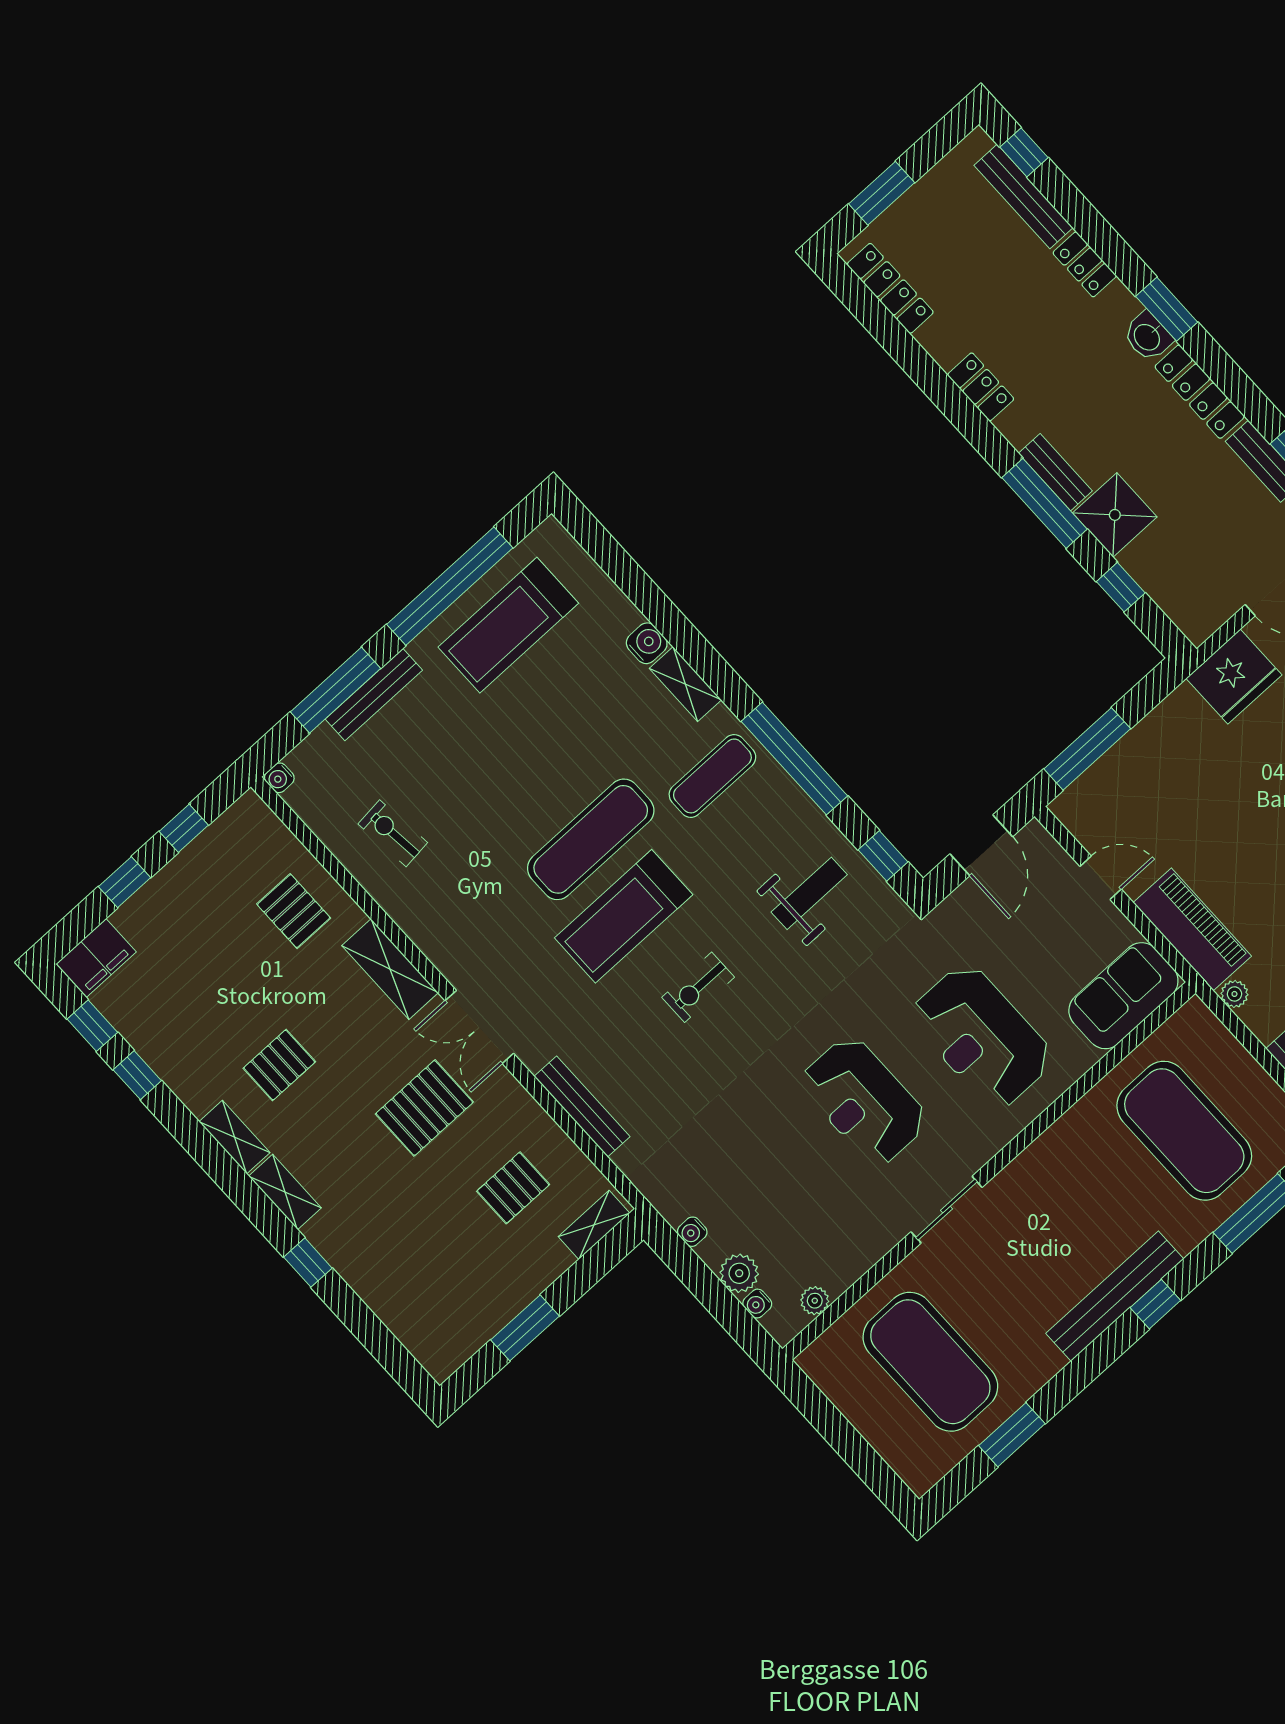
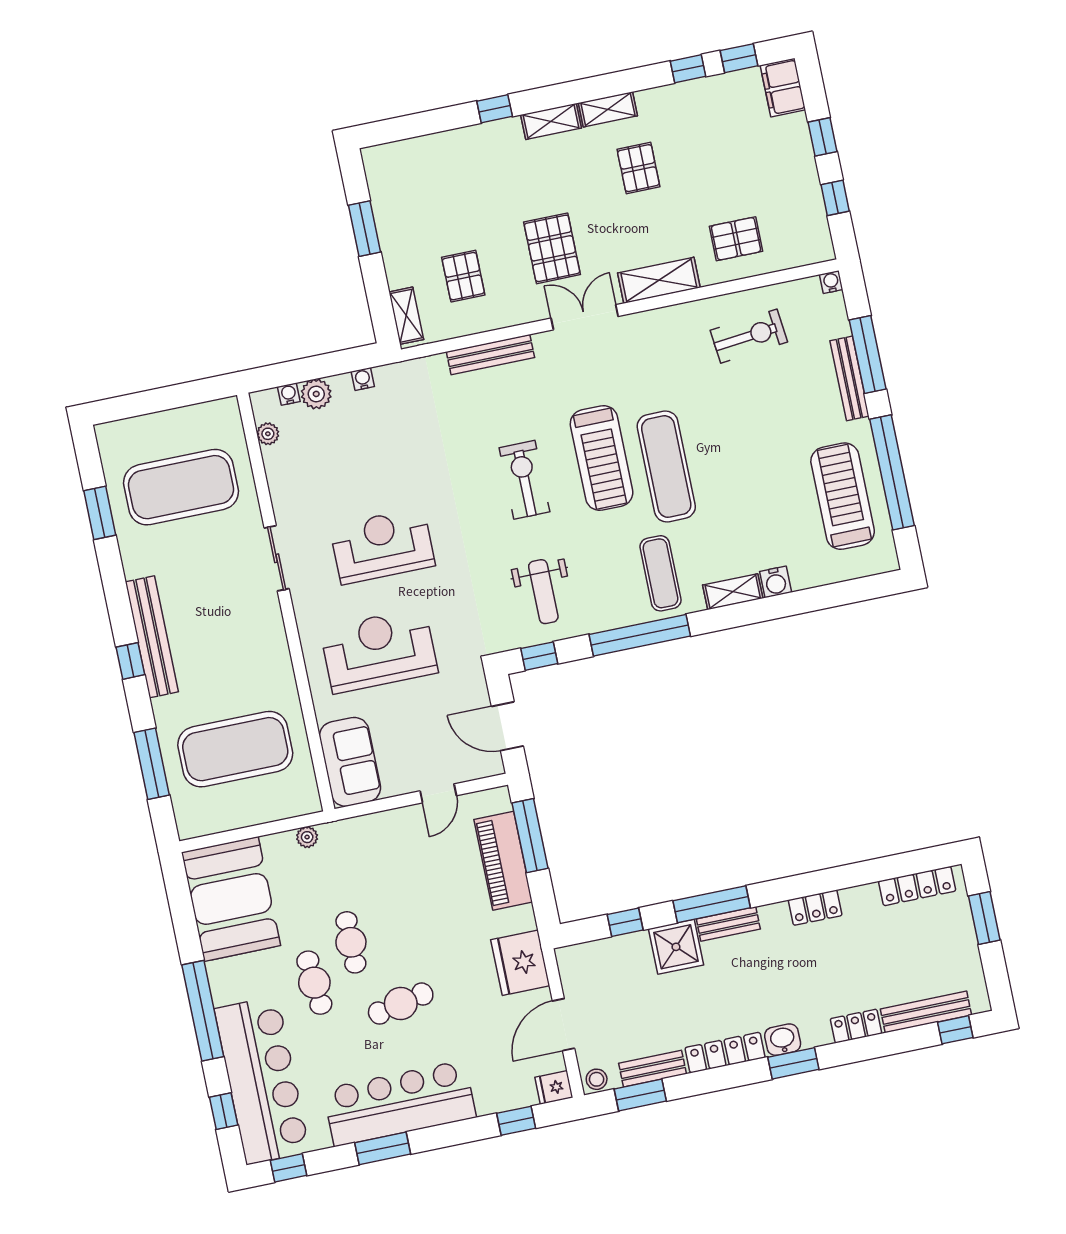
exercise bike: (393, 833) -> (749, 336), width x1.38, depth x1.39
treadmill: (624, 916) -> (602, 458), turned 180
piano: (1192, 929) -> (503, 861), moved, turned 90
exercise bike: (698, 987) -> (524, 480), width x1.38, depth x1.39

